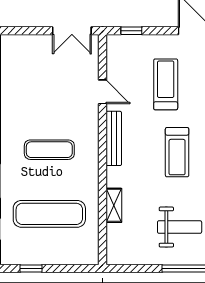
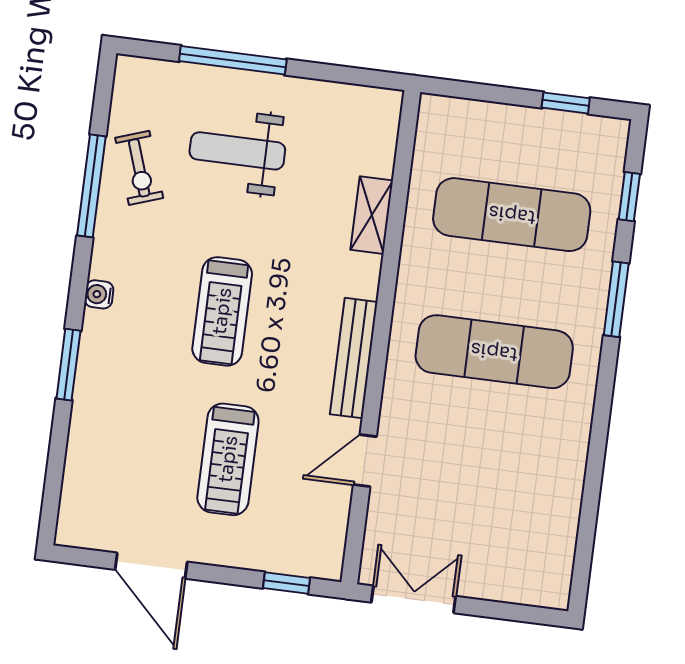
door: (102, 92) -> (365, 461), hinge flipped
exercise mat: (49, 150) -> (494, 352), width x1.36, depth x1.45
treadmill: (177, 152) -> (222, 311), turned 180

